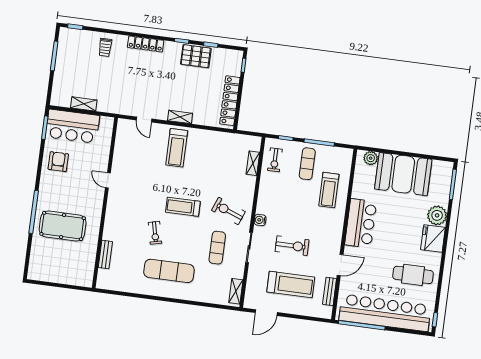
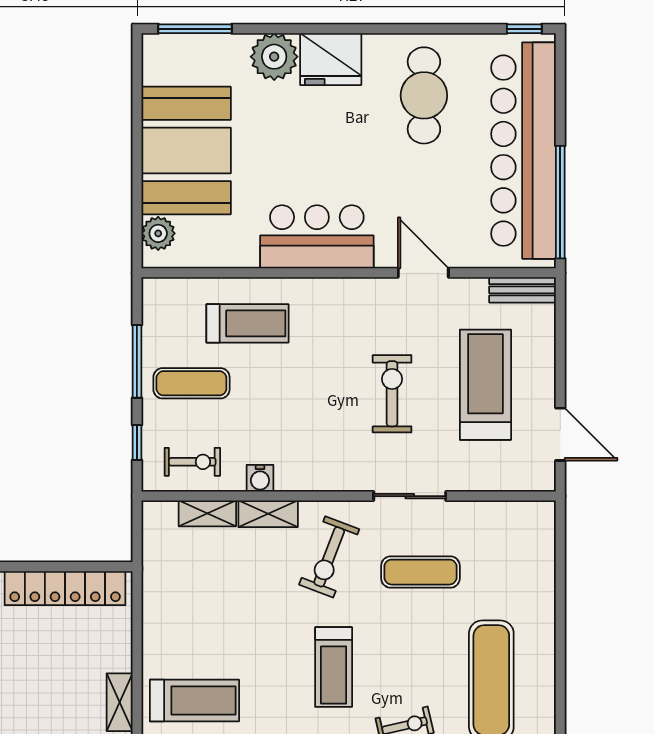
water cooler: (260, 220) -> (260, 478), moved
shelving: (236, 291) -> (268, 514), moved
bench: (330, 291) -> (523, 290), moved

